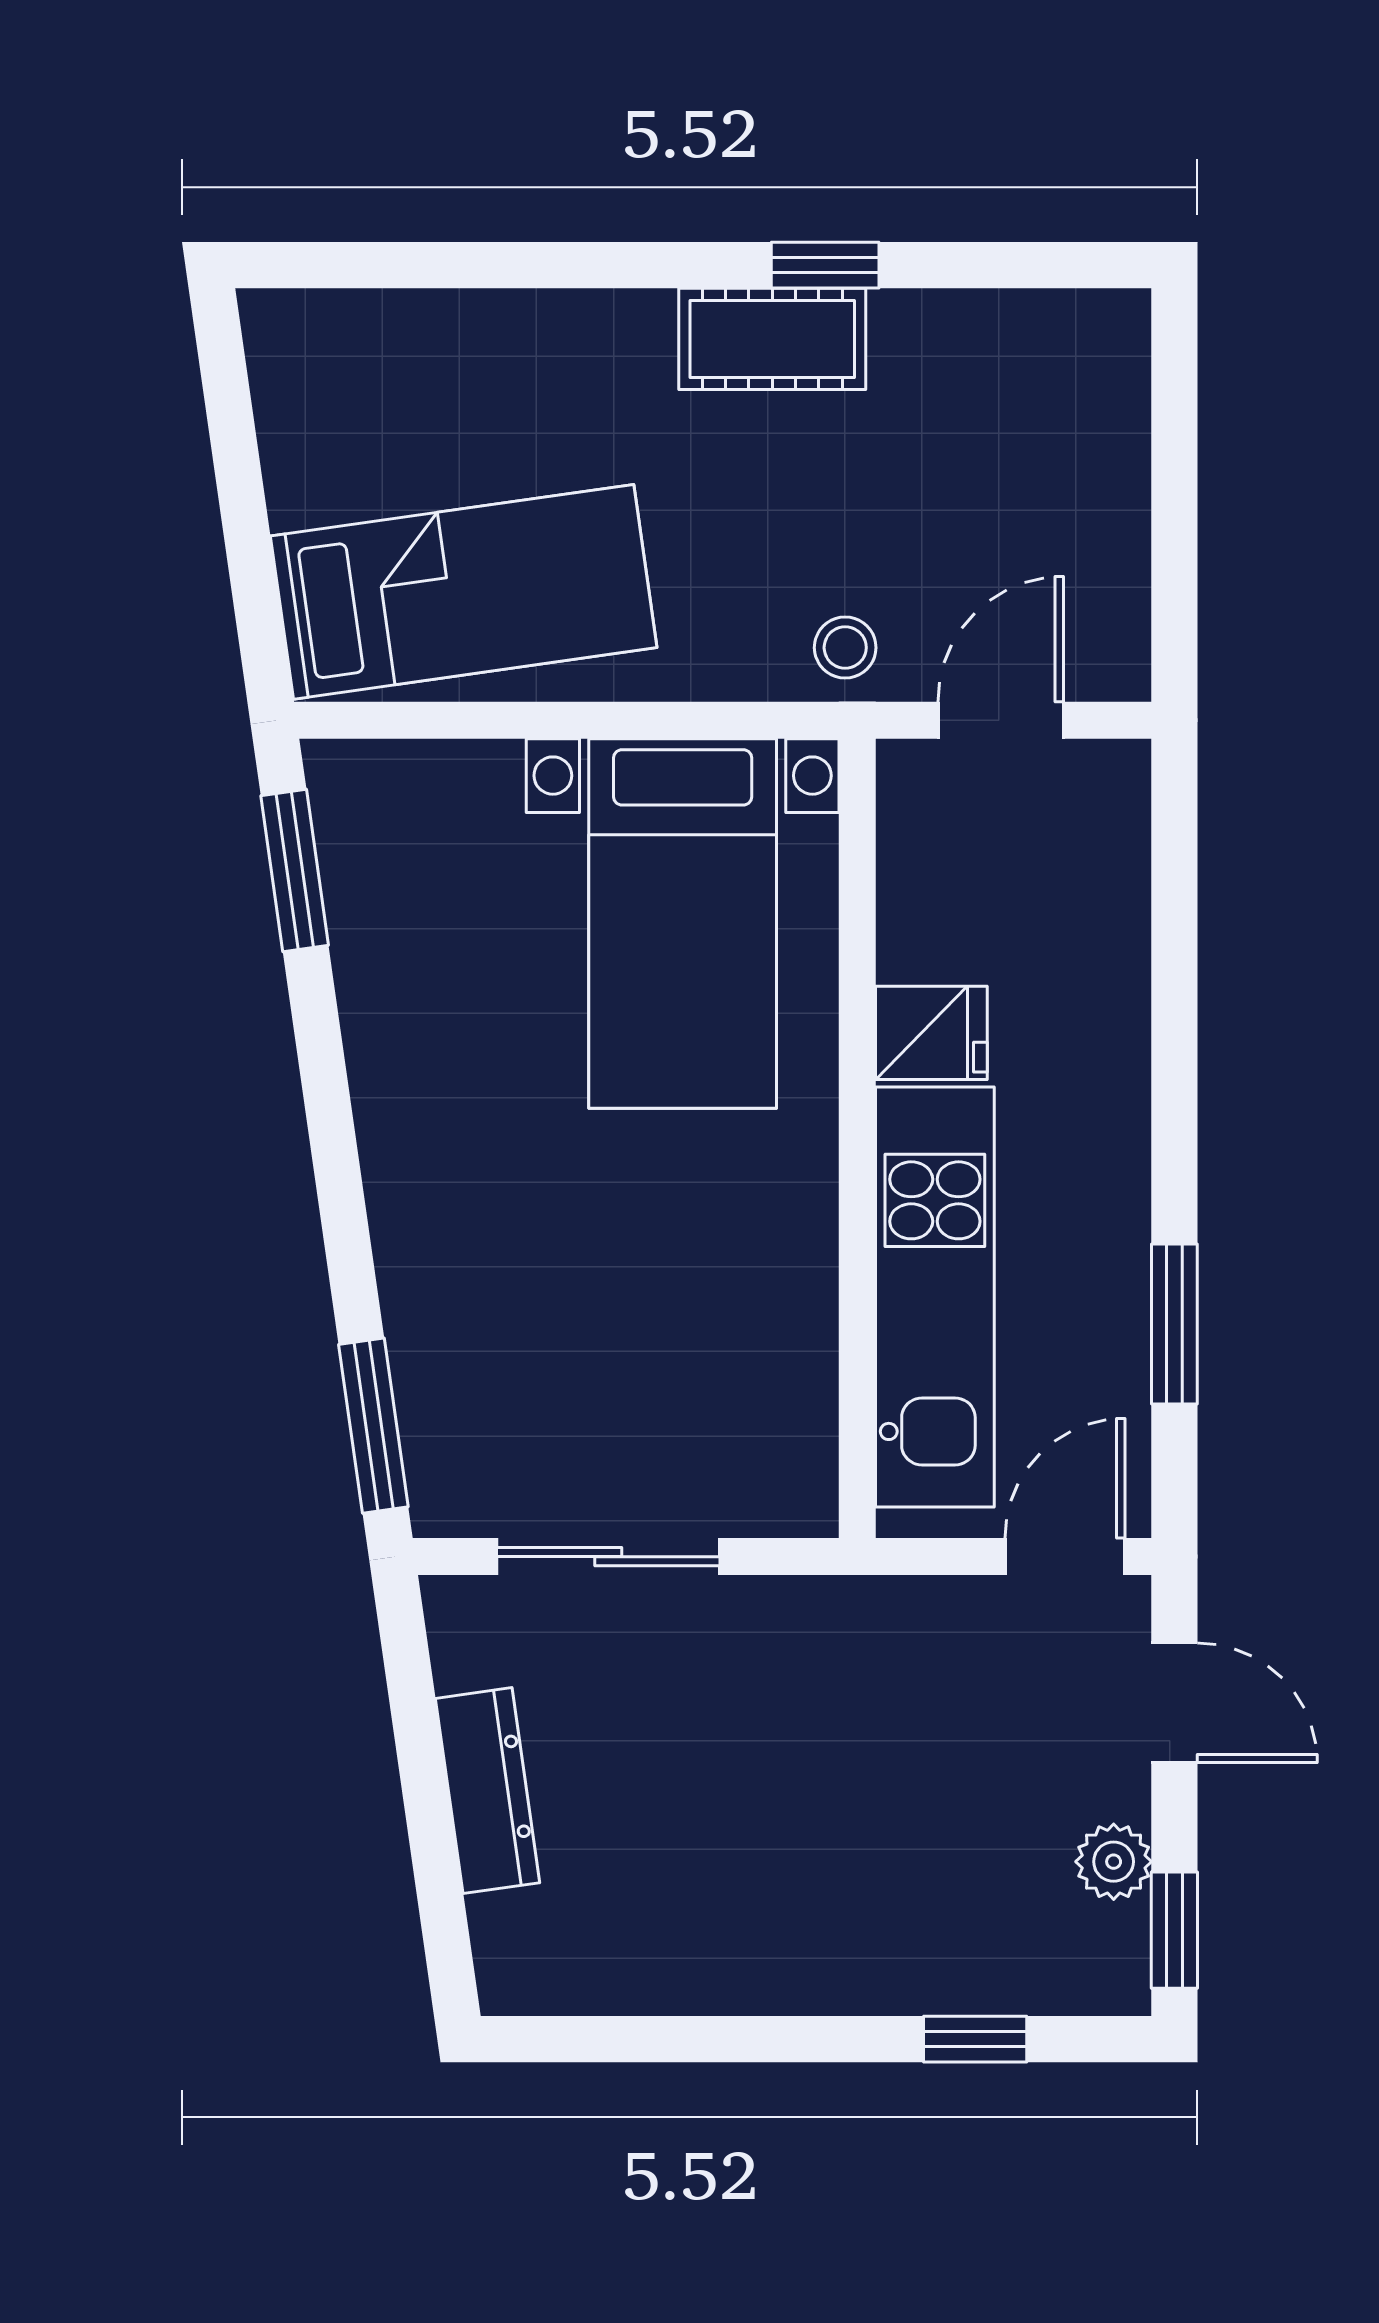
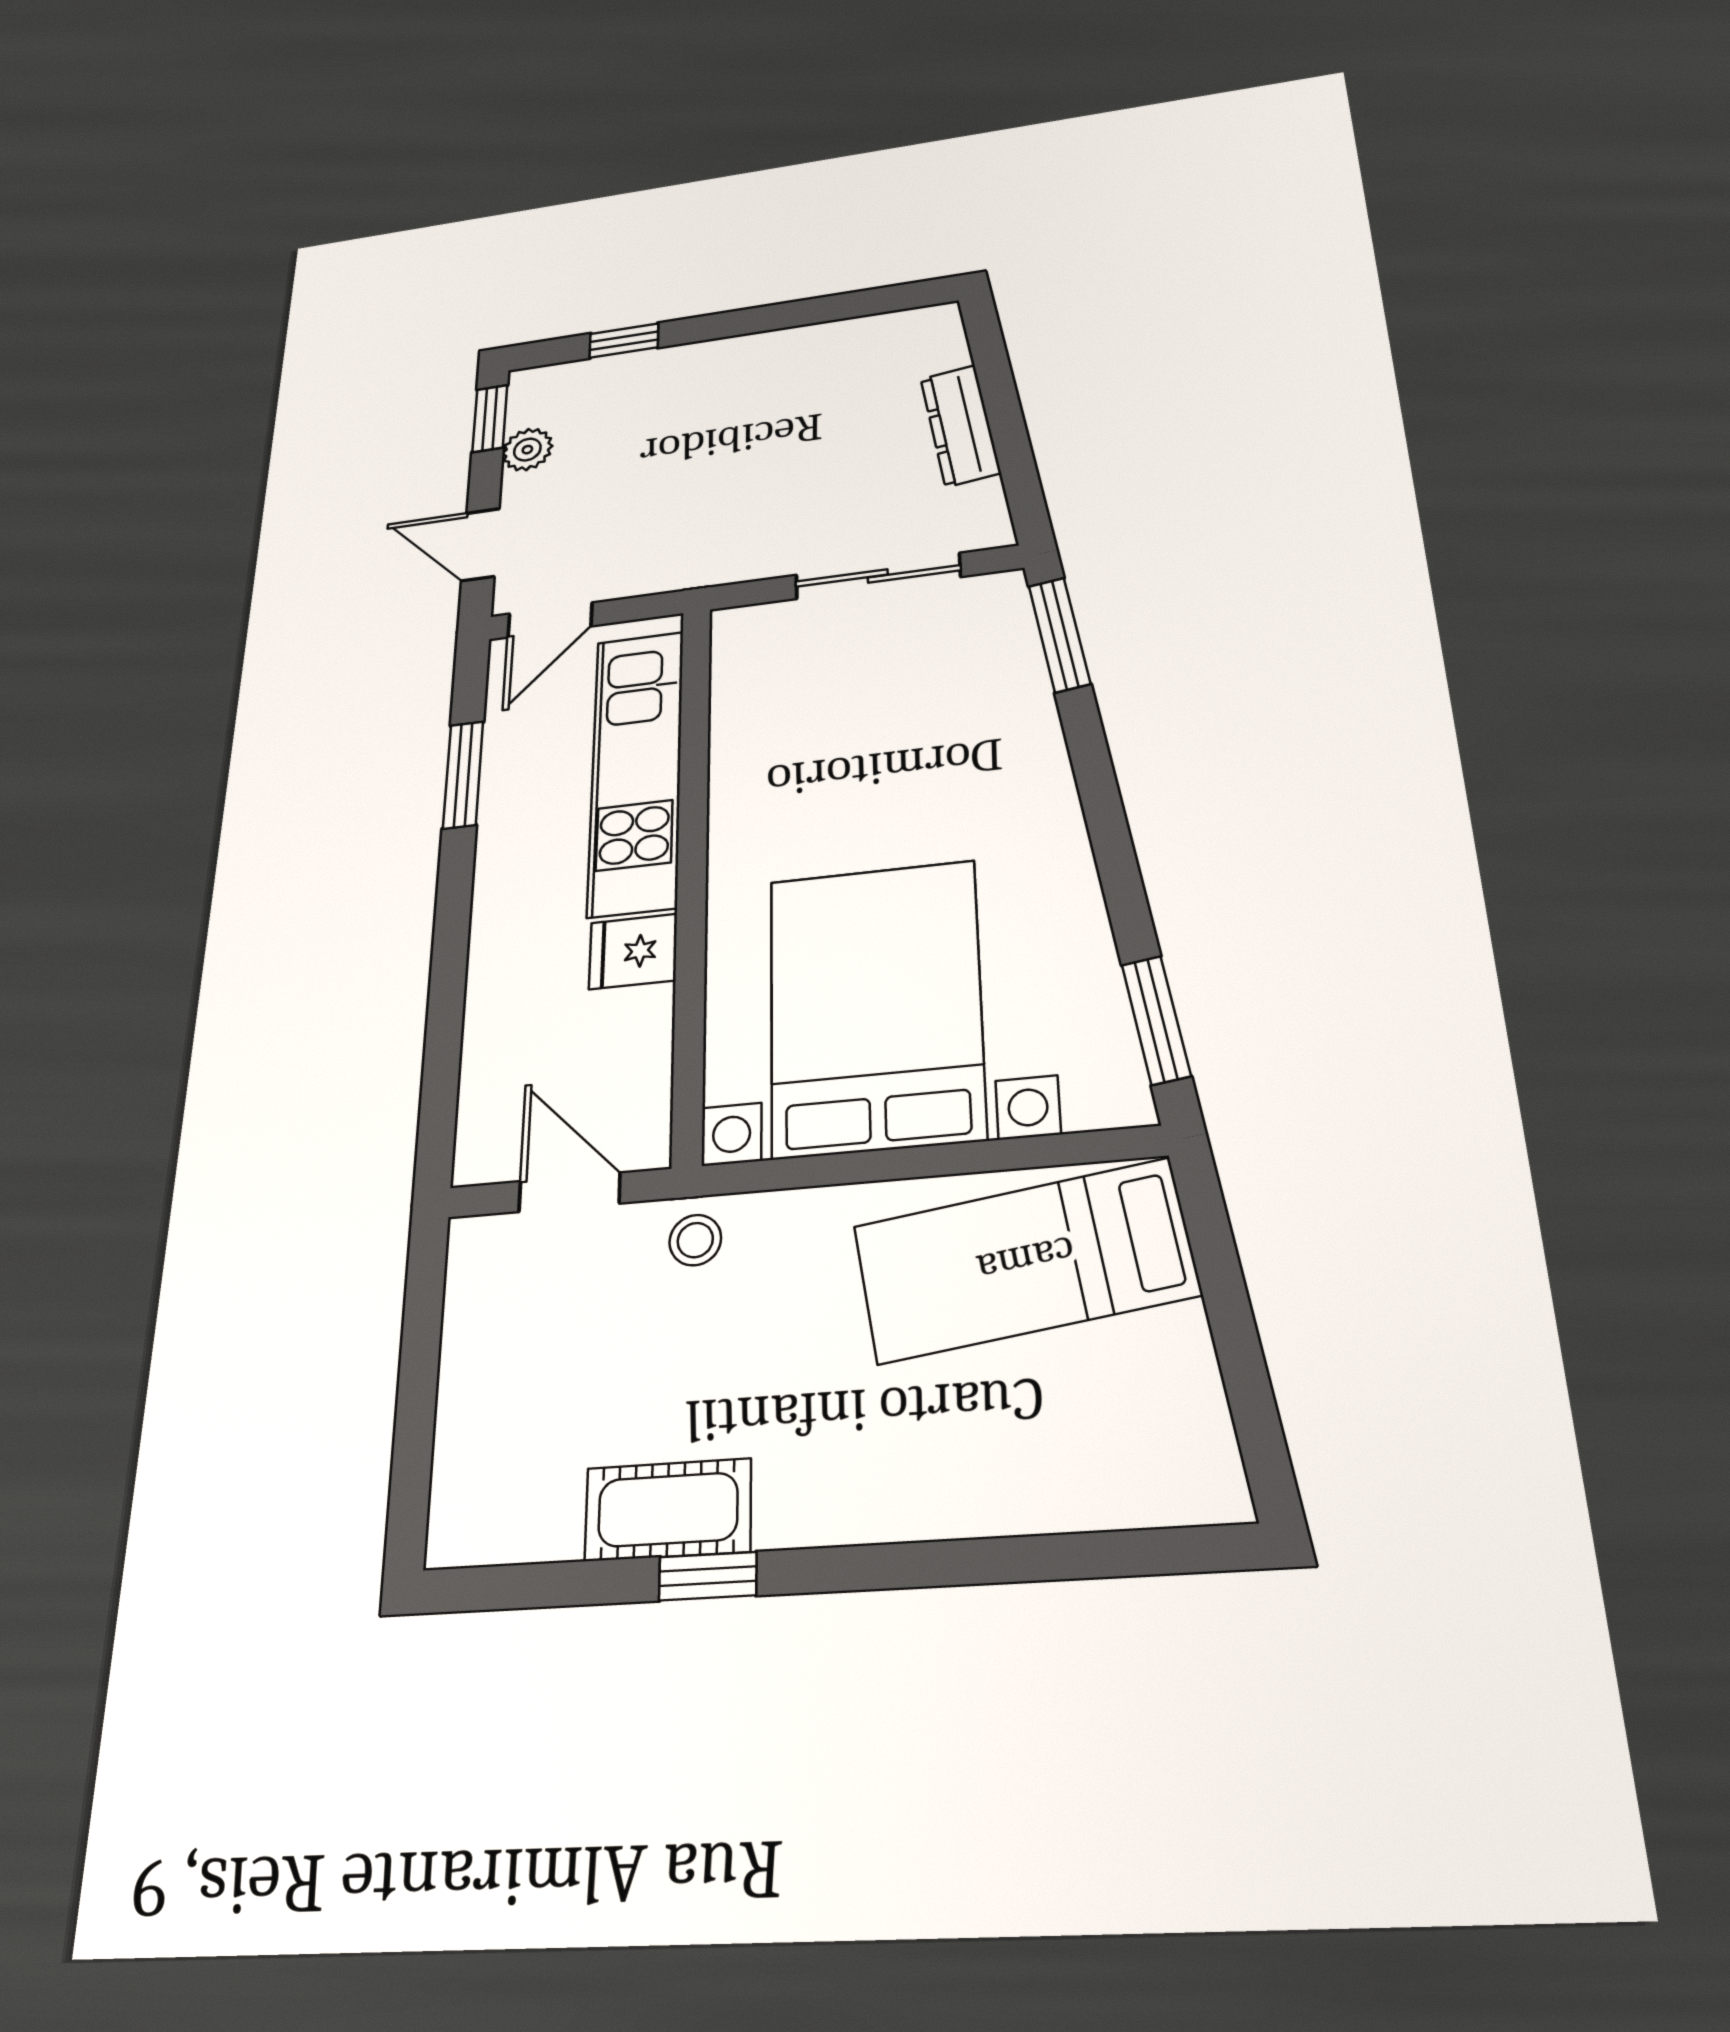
cot: (772, 339) -> (668, 1510), moved
door: (1001, 720) -> (569, 1192), swing flipped
bed with nightstands: (683, 923) -> (875, 1007), width x1.36

